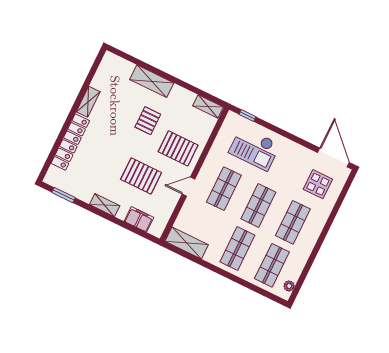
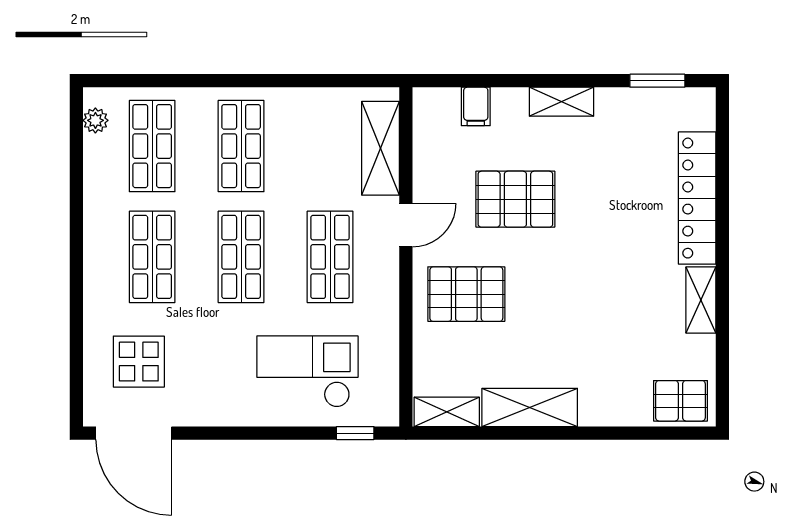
shelving: (152, 81) -> (530, 407), moved
pallet: (148, 121) -> (680, 401), moved, turned 90
filing cabinet: (139, 219) -> (476, 106), width x0.50
shelving: (187, 243) -> (381, 148), moved, turned 90

